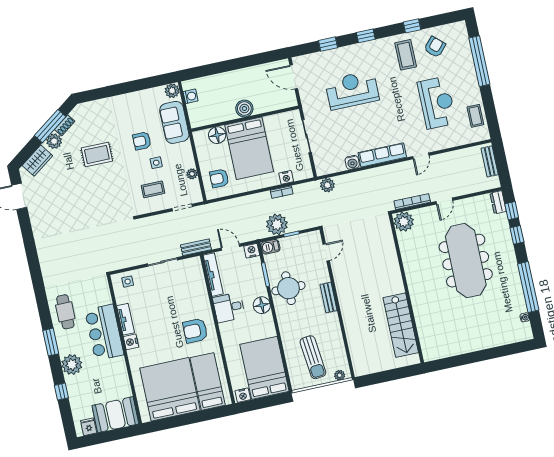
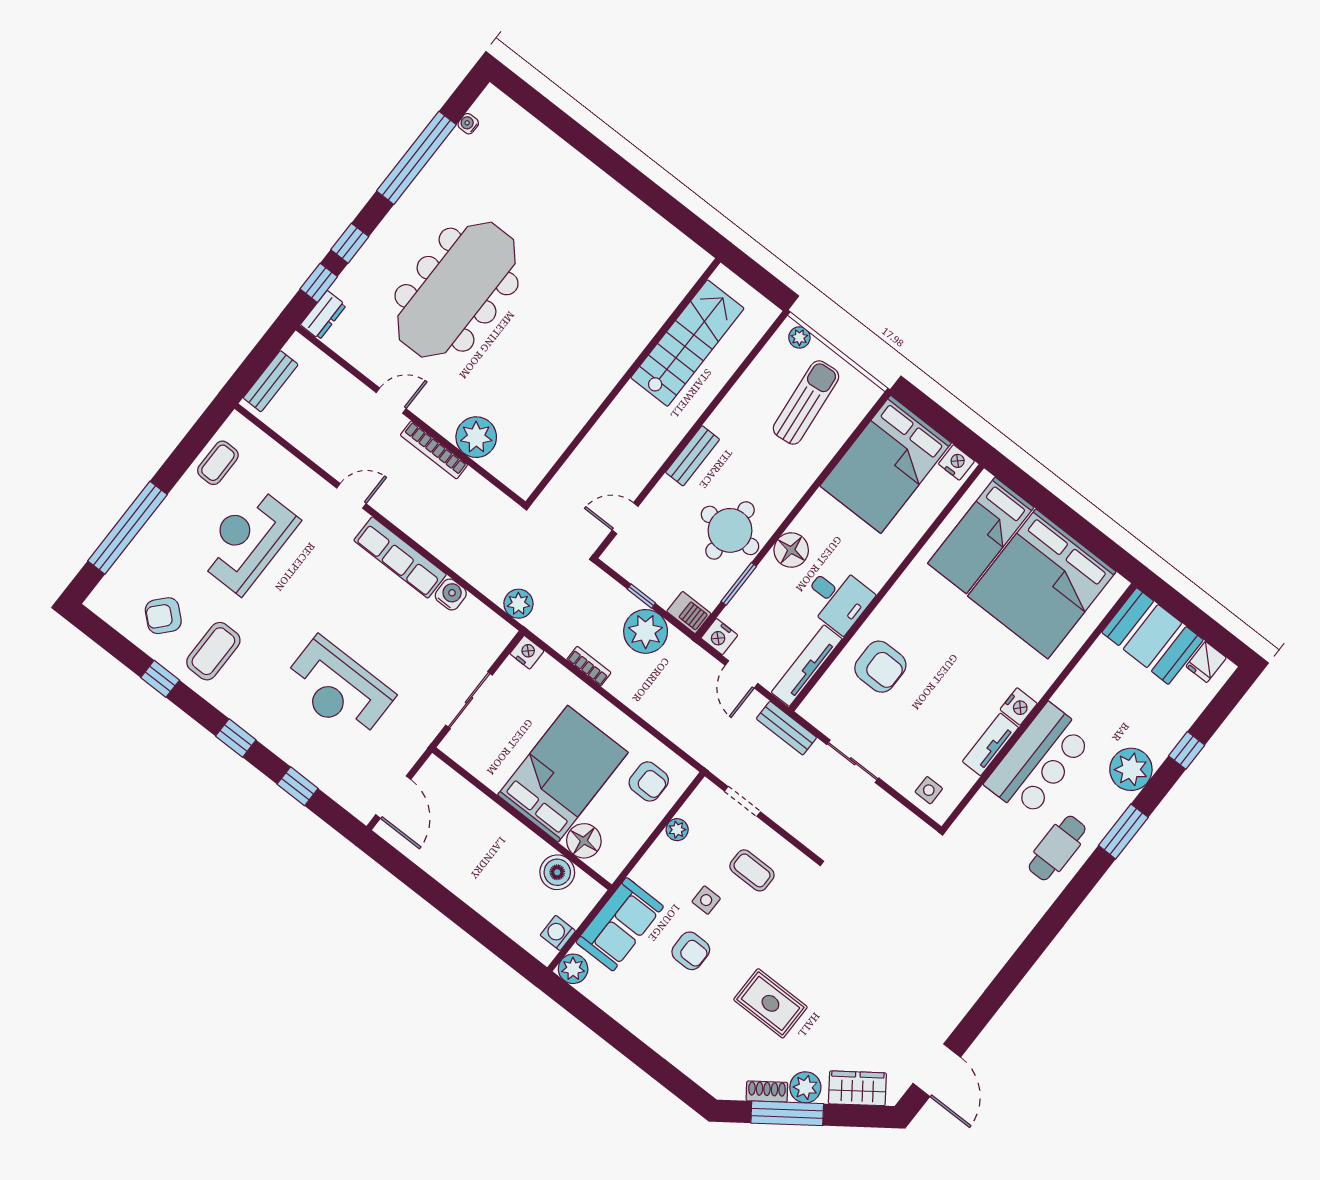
boiler: (244, 109) -> (557, 872), moved
nightstand: (286, 177) -> (527, 652), moved
wall: (406, 289) -> (623, 382), moved
stairs: (401, 325) -> (687, 343), moved
armchair: (195, 331) -> (880, 667), moved

